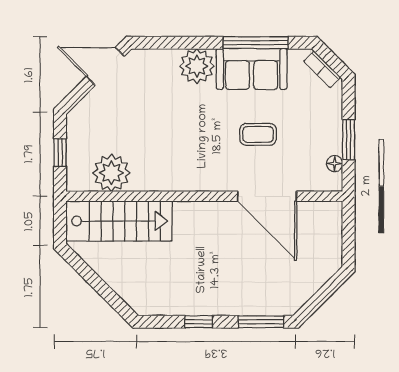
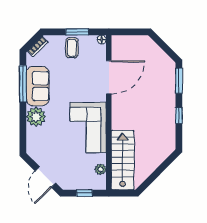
door: (105, 66) -> (45, 177), moved
coffee table: (258, 134) -> (72, 48), moved
corner sofa: (177, 159) -> (88, 128), added
floor lamp: (335, 164) -> (102, 40), moved
plant: (111, 173) -> (101, 169), width x0.53, depth x0.53

